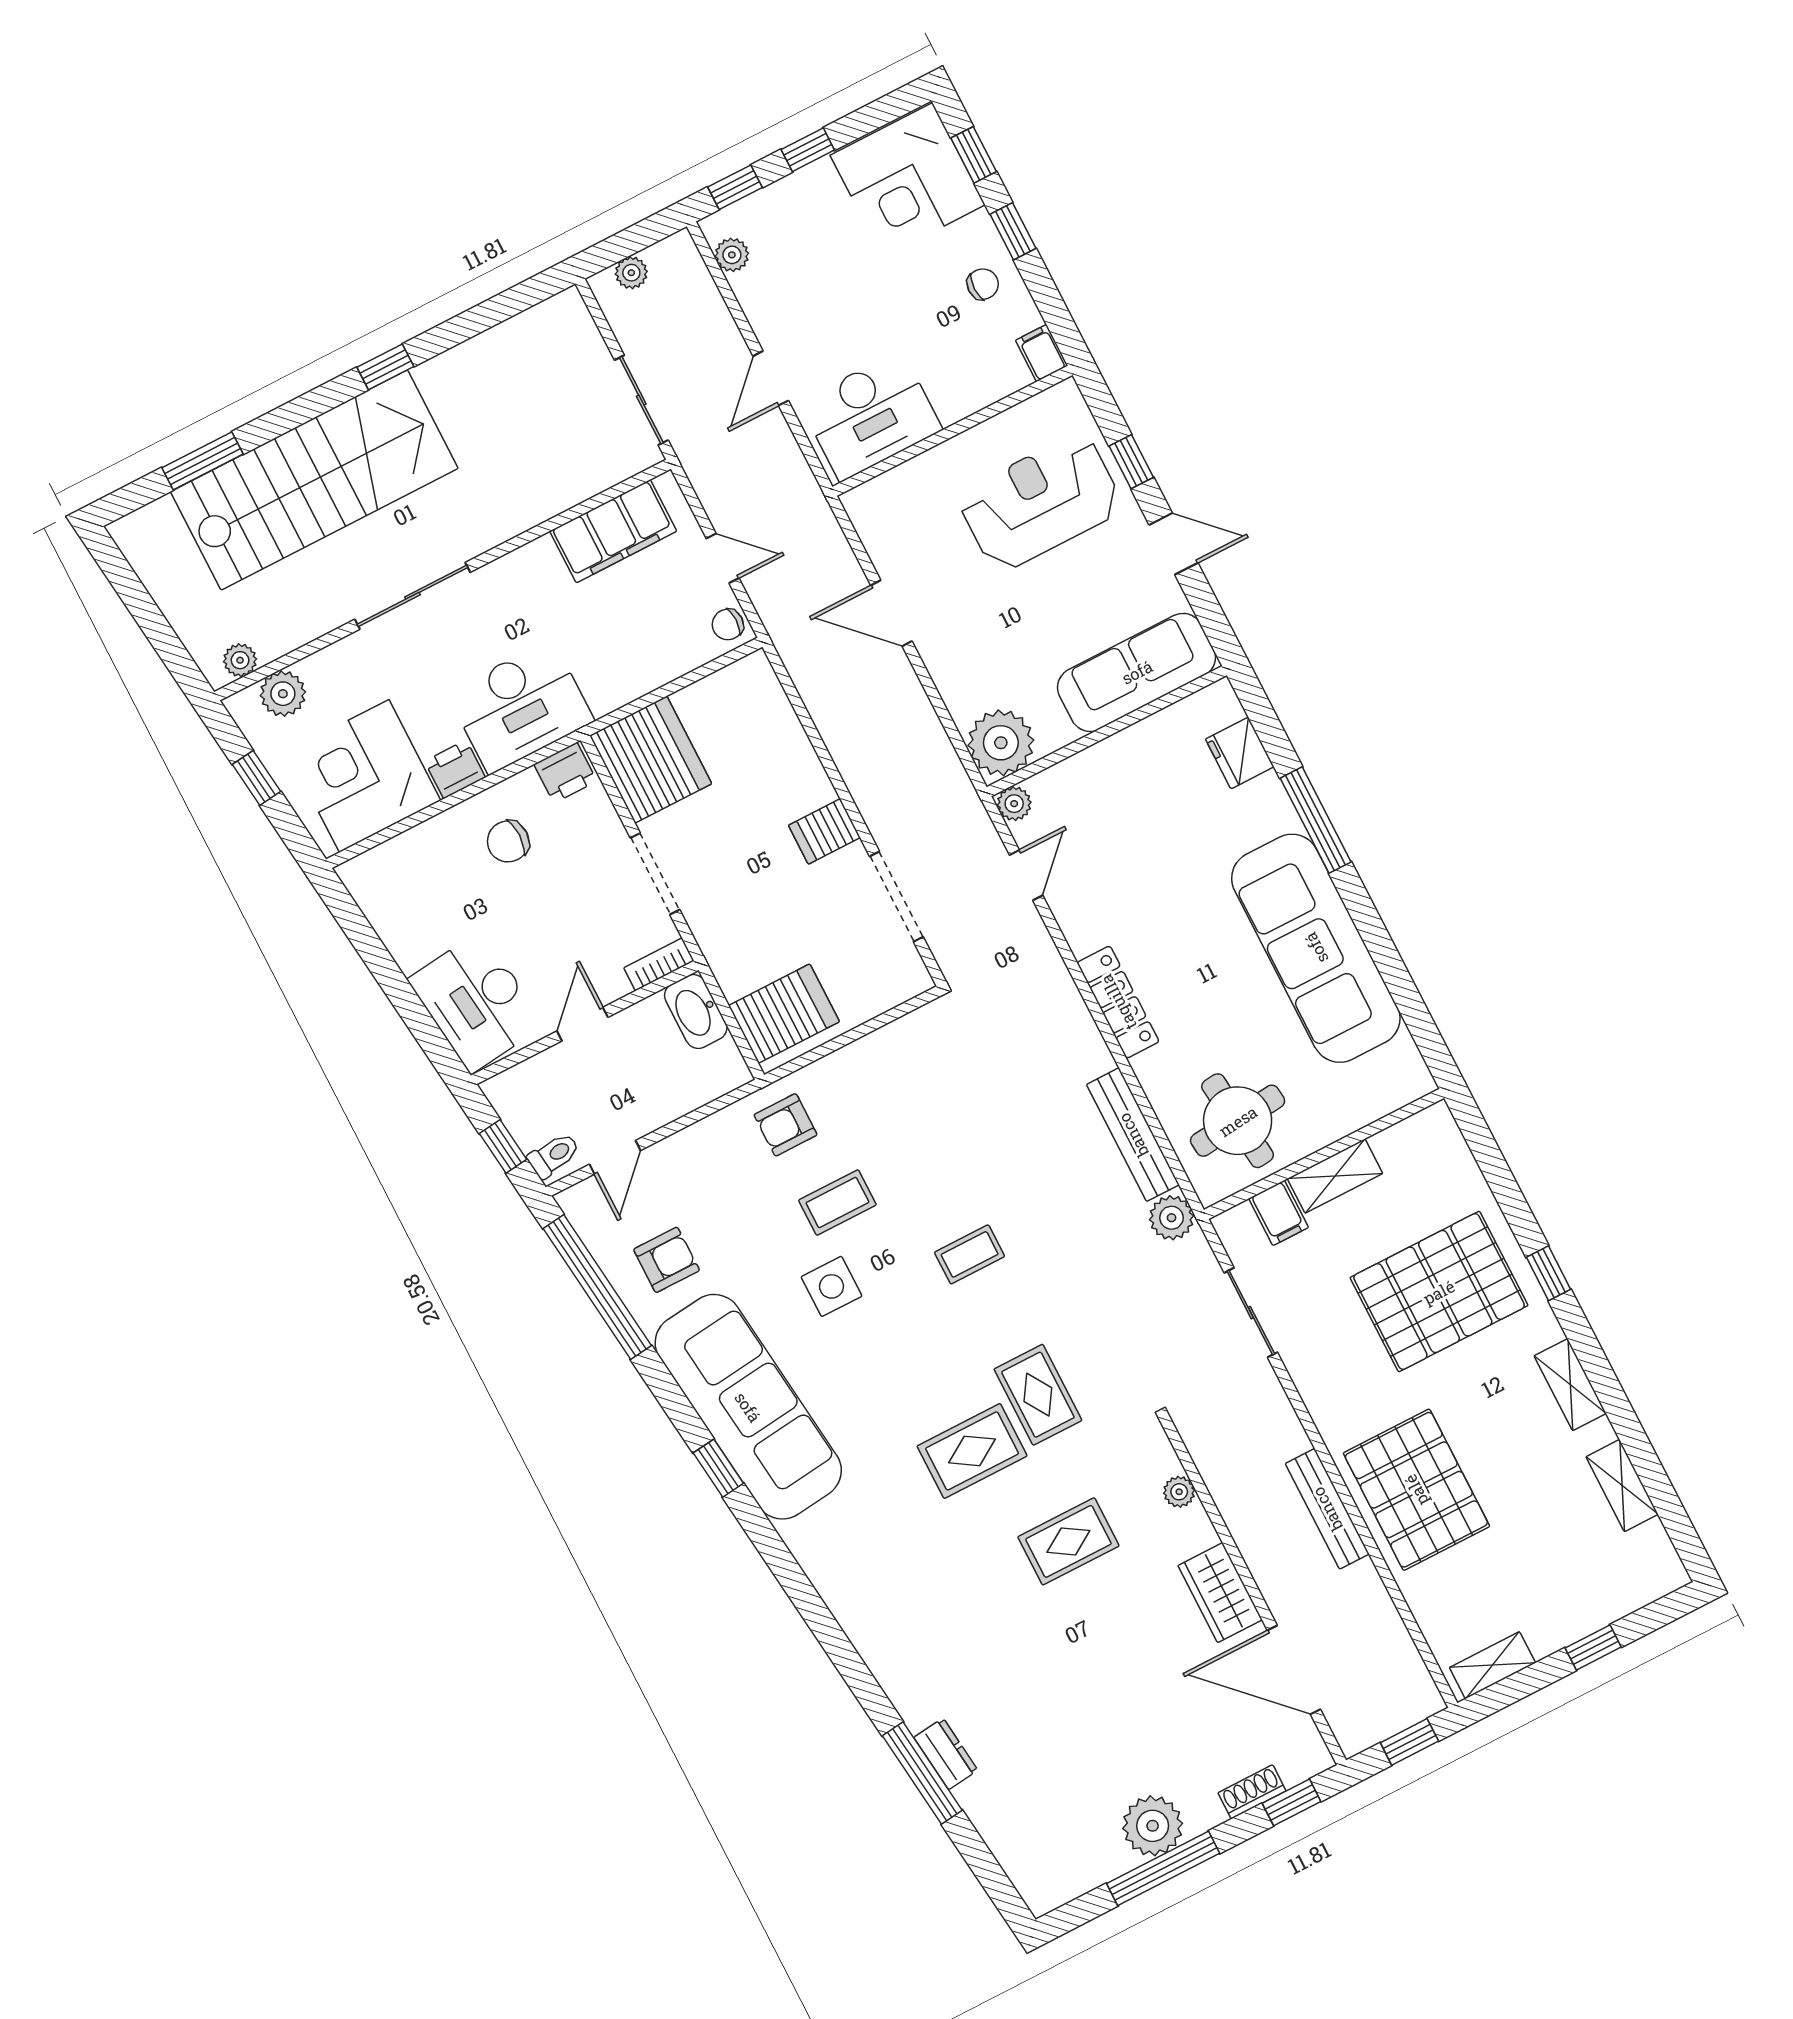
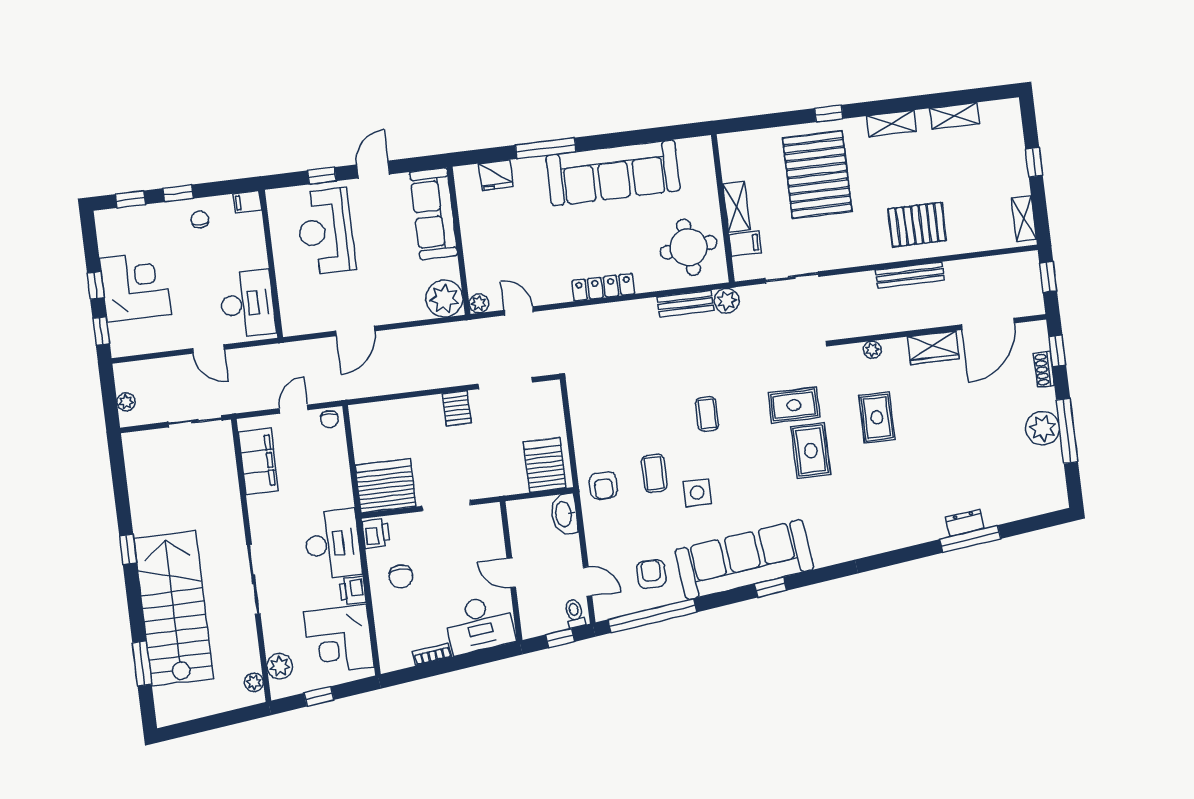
corner desk: (908, 180) -> (135, 286), moved, turned -90
plant: (732, 255) -> (136, 346), removed
bookcase: (659, 964) -> (432, 654), moved, turned 83
washbasin: (696, 1011) -> (564, 514), moved, turned 90
bench: (1133, 1135) -> (685, 304), width x0.73
pallet: (1416, 1490) -> (917, 225), width x0.73, depth x0.71

